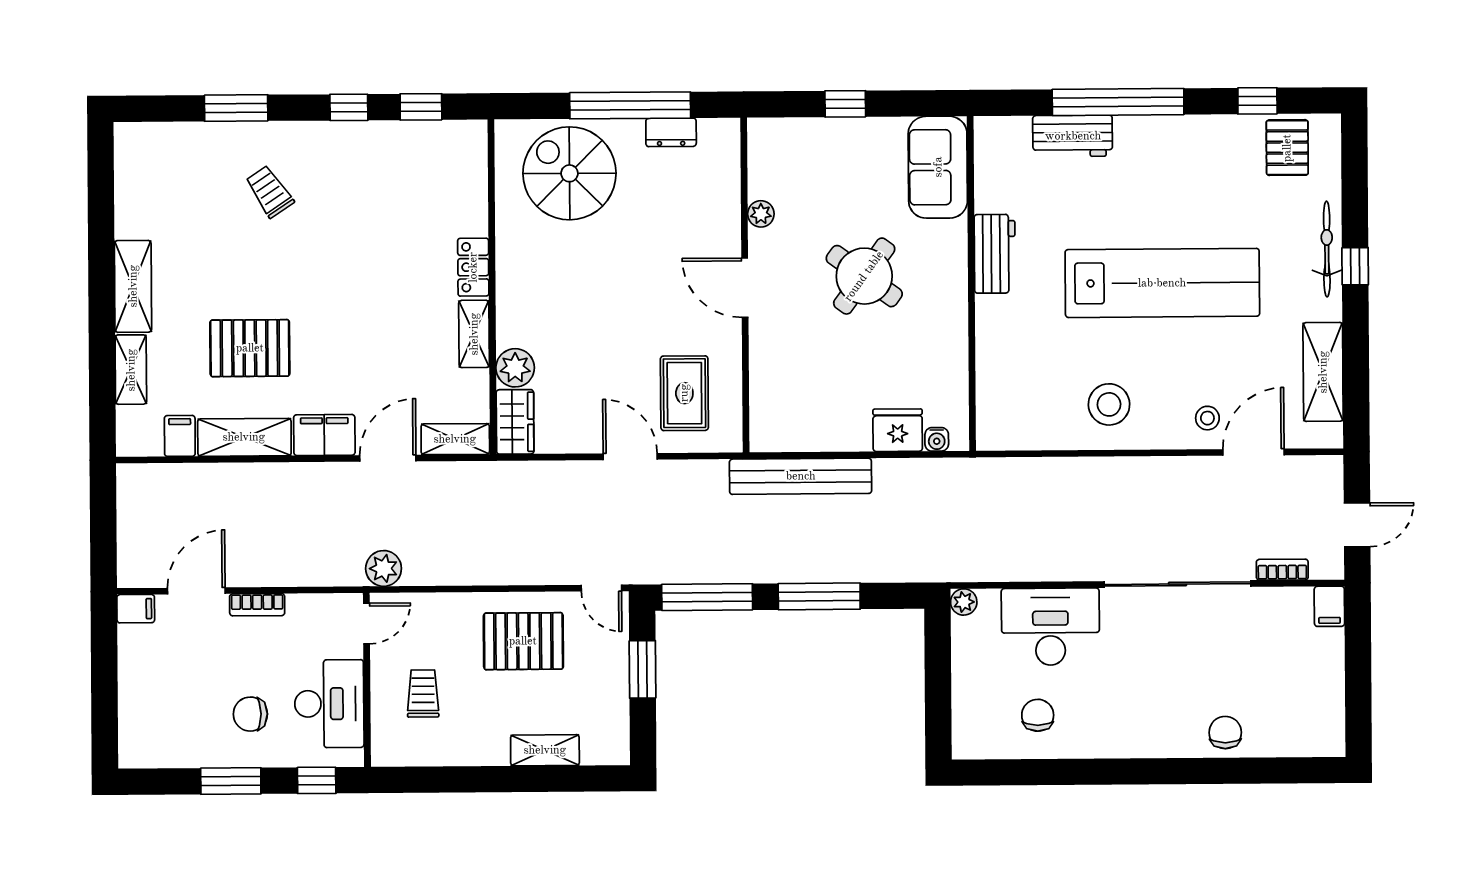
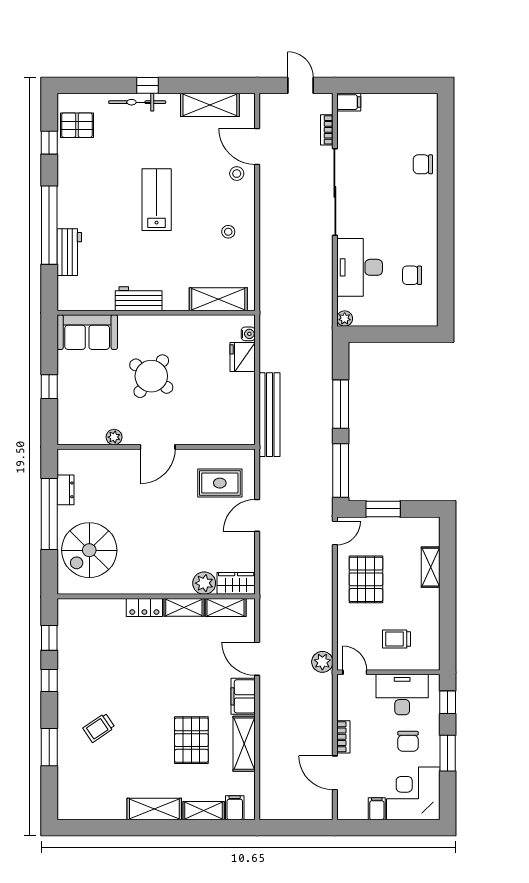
lab bench: (1162, 283) -> (157, 200), width x0.54, depth x0.72
shelving: (995, 388) -> (218, 299), added
stool: (1109, 404) -> (228, 232), width x0.53, depth x0.53
filing cabinet: (180, 436) -> (235, 808), moved, turned 90
shelving: (455, 439) -> (226, 607), moved, turned 90
filing cabinet: (136, 609) -> (377, 809), moved
corner desk: (163, 724) -> (413, 793), added

